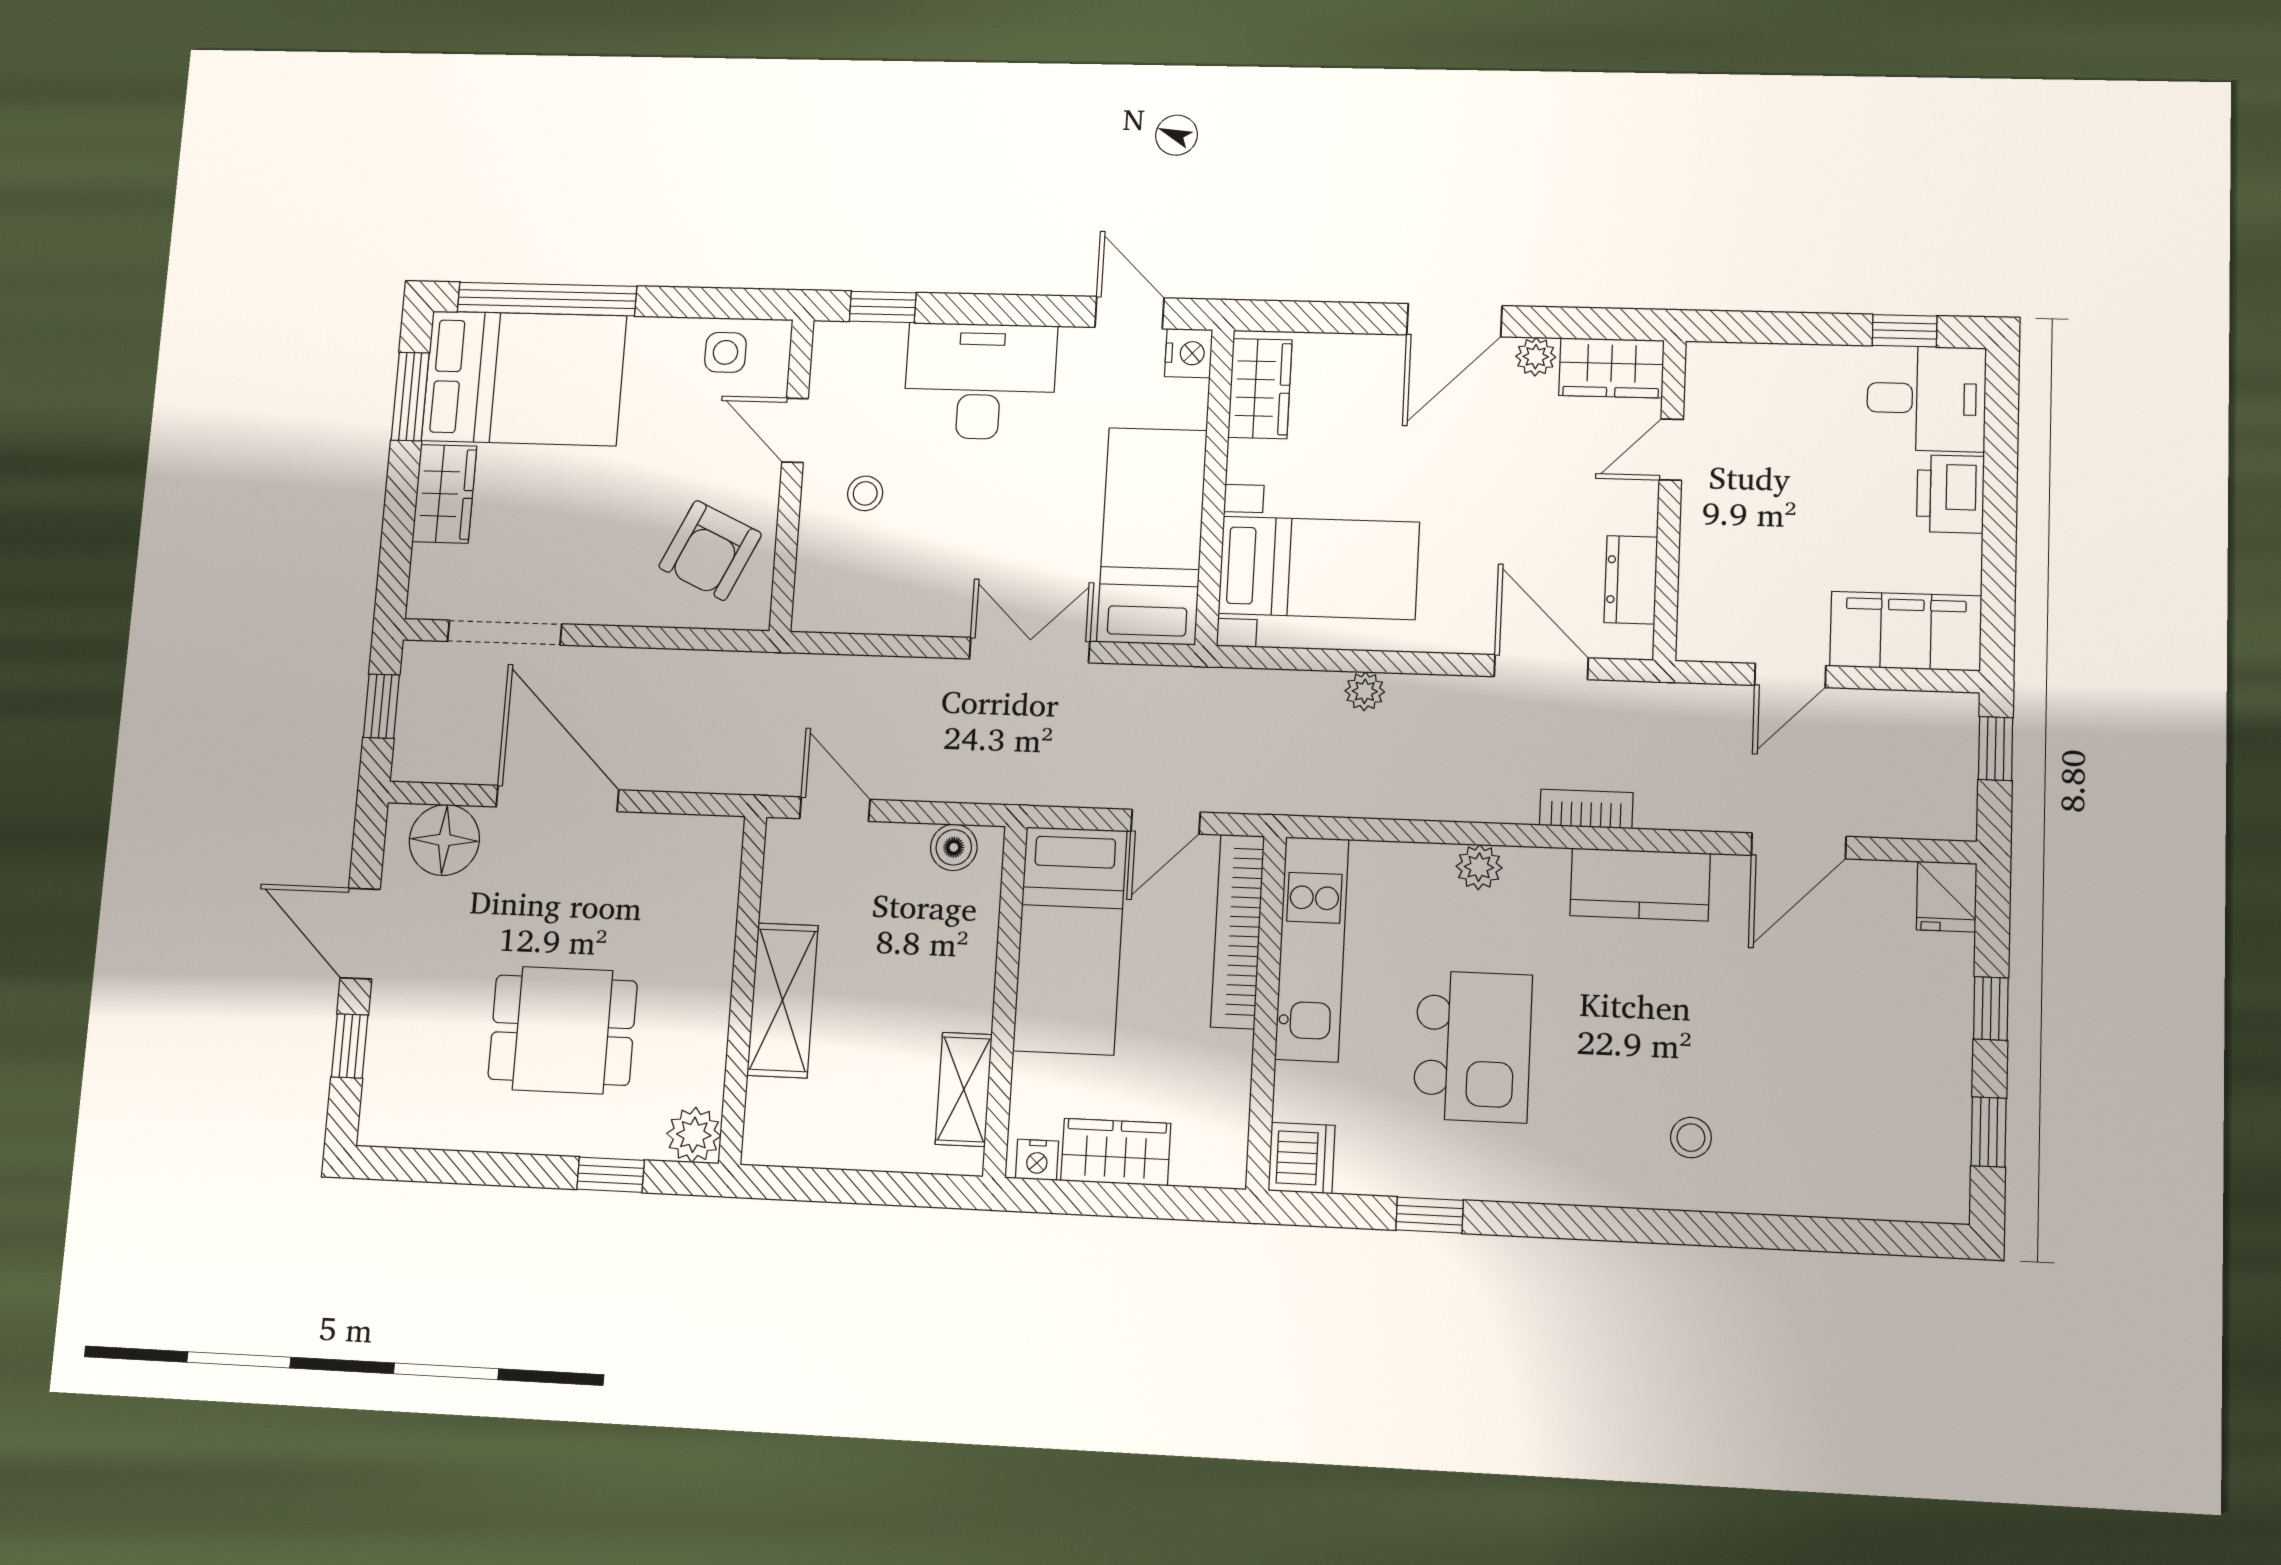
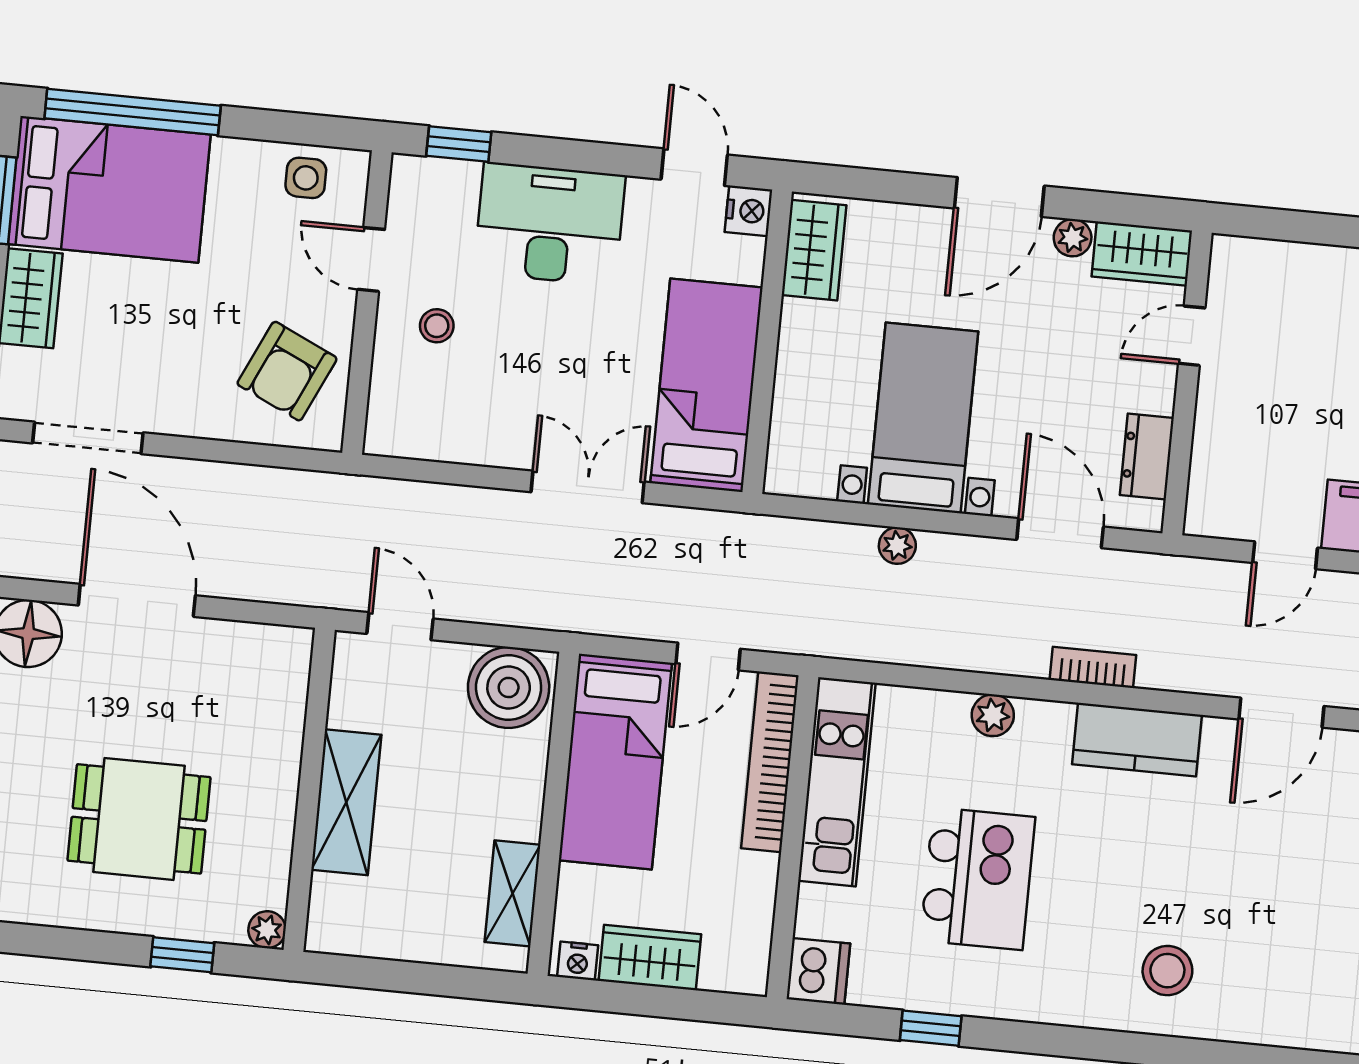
bed with nightstands: (1319, 568) -> (923, 418), moved, turned -90
boiler: (954, 847) -> (509, 688), width x1.86, depth x1.86
plant: (694, 1135) -> (267, 930), width x0.73, depth x0.73
stool: (1691, 1138) -> (1167, 971), width x1.37, depth x1.37

